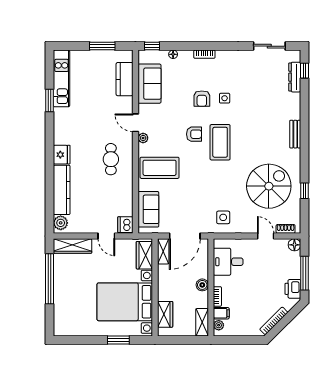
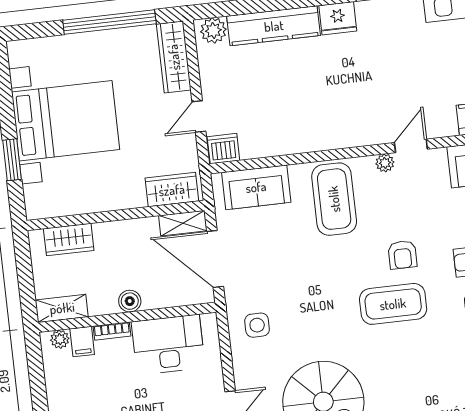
cafe table: (111, 159) -> (340, 109), removed
desk: (228, 262) -> (168, 345), width x1.37
bed with nightstands: (125, 302) -> (66, 121), moved, turned 90

